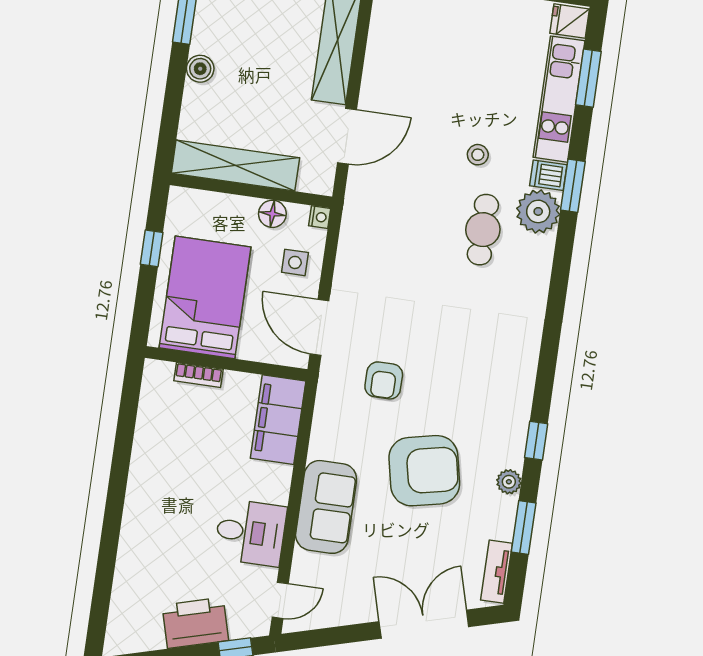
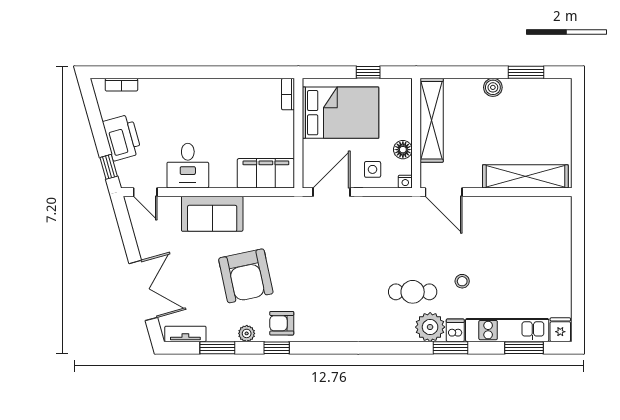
door: (347, 136) -> (444, 192), moved
bookcase: (198, 375) -> (288, 94), moved
armchair: (384, 380) -> (282, 323), moved
bookcase: (118, 613) -> (121, 85), added

